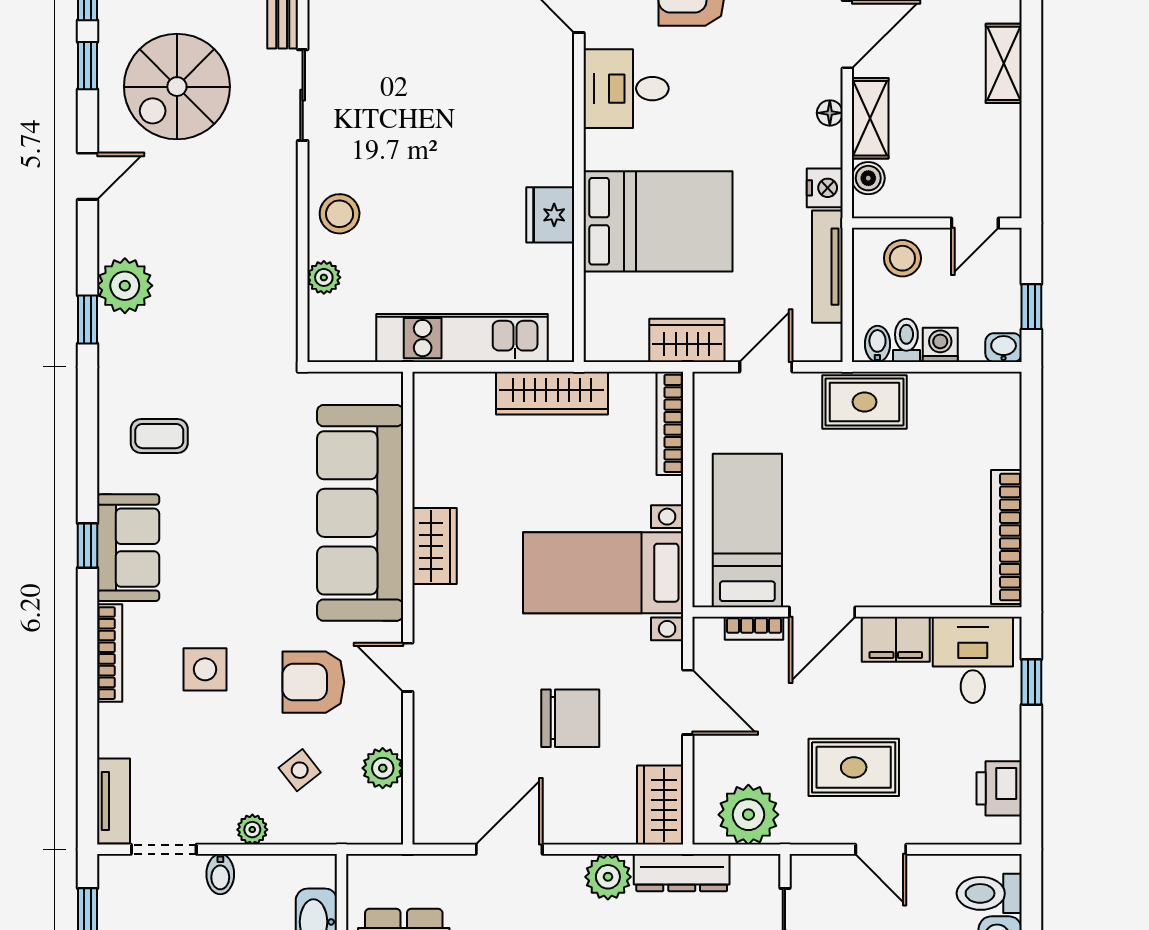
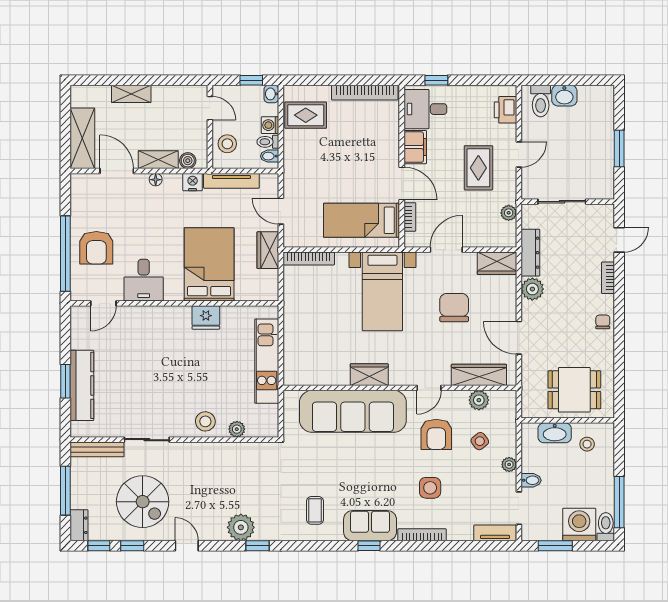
wardrobe: (552, 393) -> (479, 375), moved, turned -90
rug: (865, 402) -> (306, 115), moved, turned 90
printer: (999, 788) -> (505, 110), moved, turned 90
plant: (748, 815) -> (509, 213), width x0.53, depth x0.53

